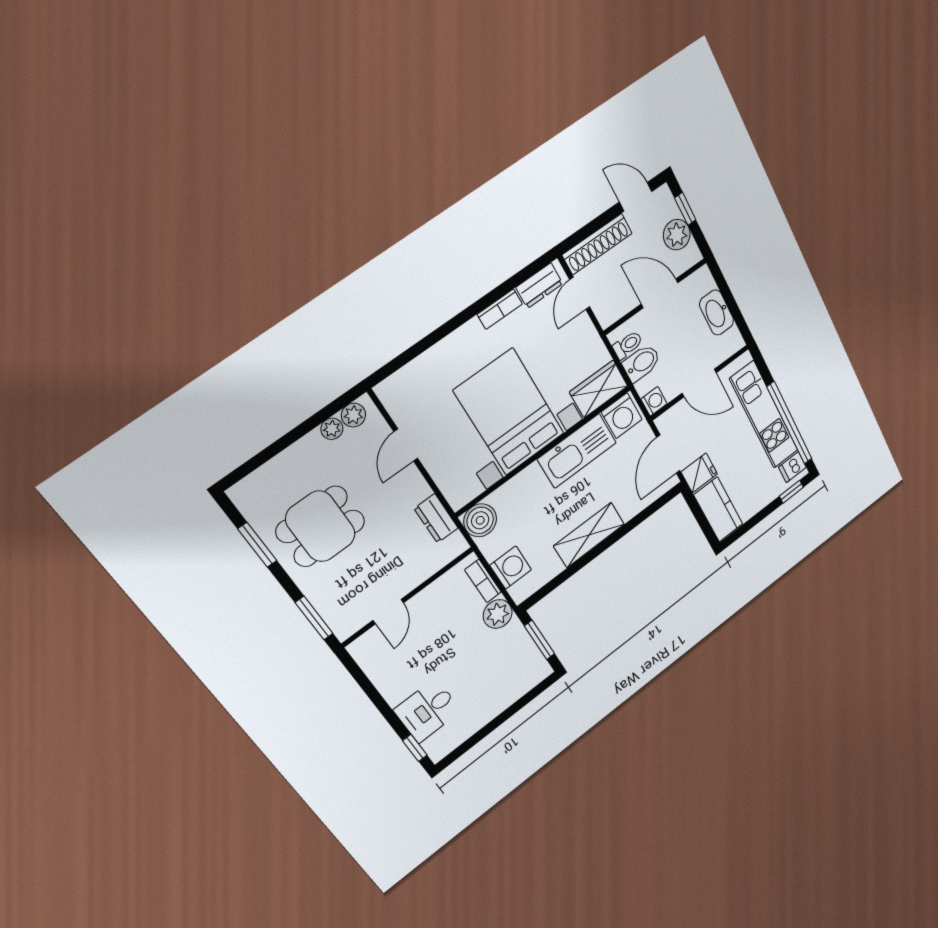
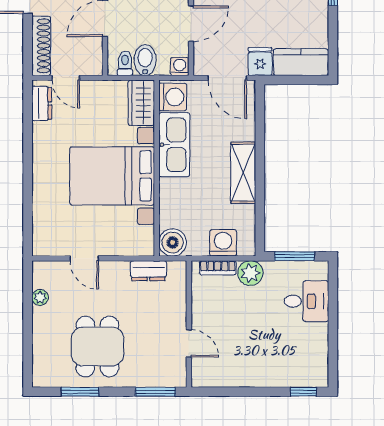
bookcase: (500, 309) -> (39, 140), removed
plant: (353, 415) -> (41, 278), removed
desk: (428, 711) -> (306, 301), moved, turned -90

